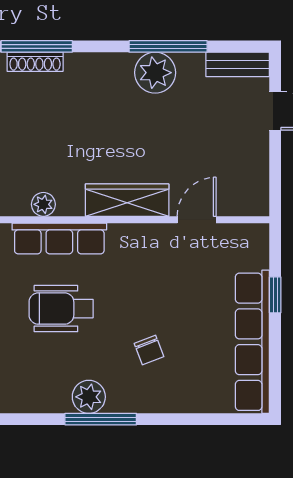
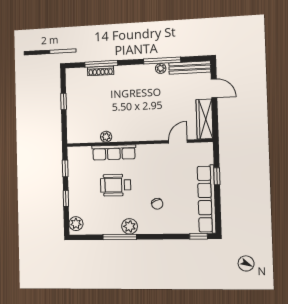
bench: (238, 64) -> (190, 68), width x1.36
plant: (155, 73) -> (161, 68), width x0.53, depth x0.53
wardrobe: (127, 200) -> (204, 119), moved, turned -90
window: (101, 419) -> (120, 237), moved
window: (233, 419) -> (199, 236), added

